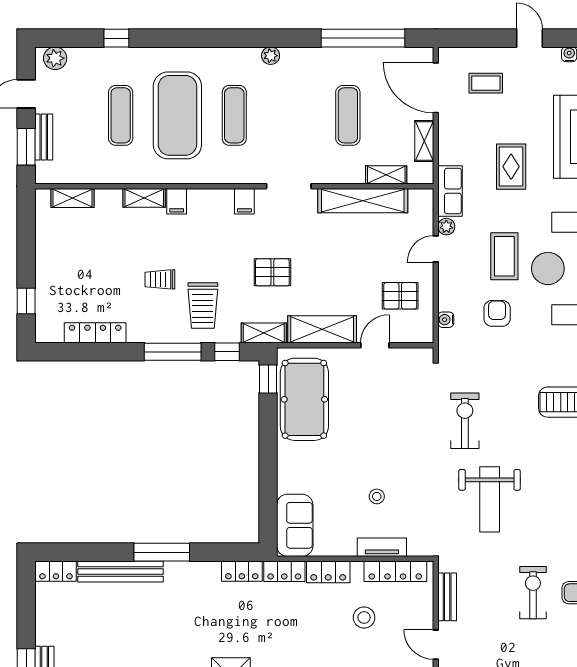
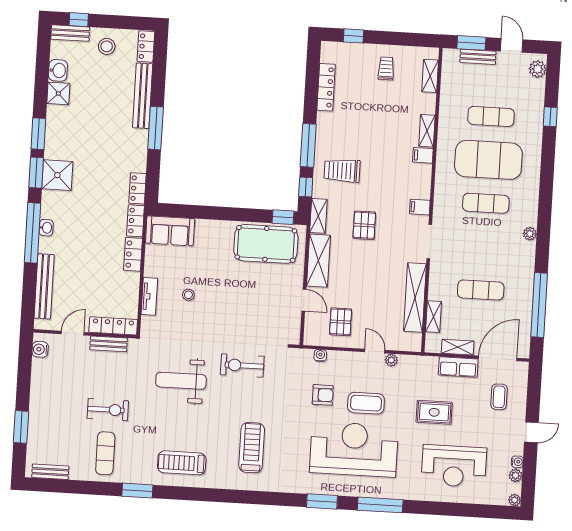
row of seats: (450, 191) -> (458, 367), moved
trolley: (160, 279) -> (386, 68), moved
exercise bike: (465, 421) -> (242, 365), turned 180
locker: (395, 571) -> (113, 326), moved, turned 90
stool: (364, 618) -> (107, 46), moved

